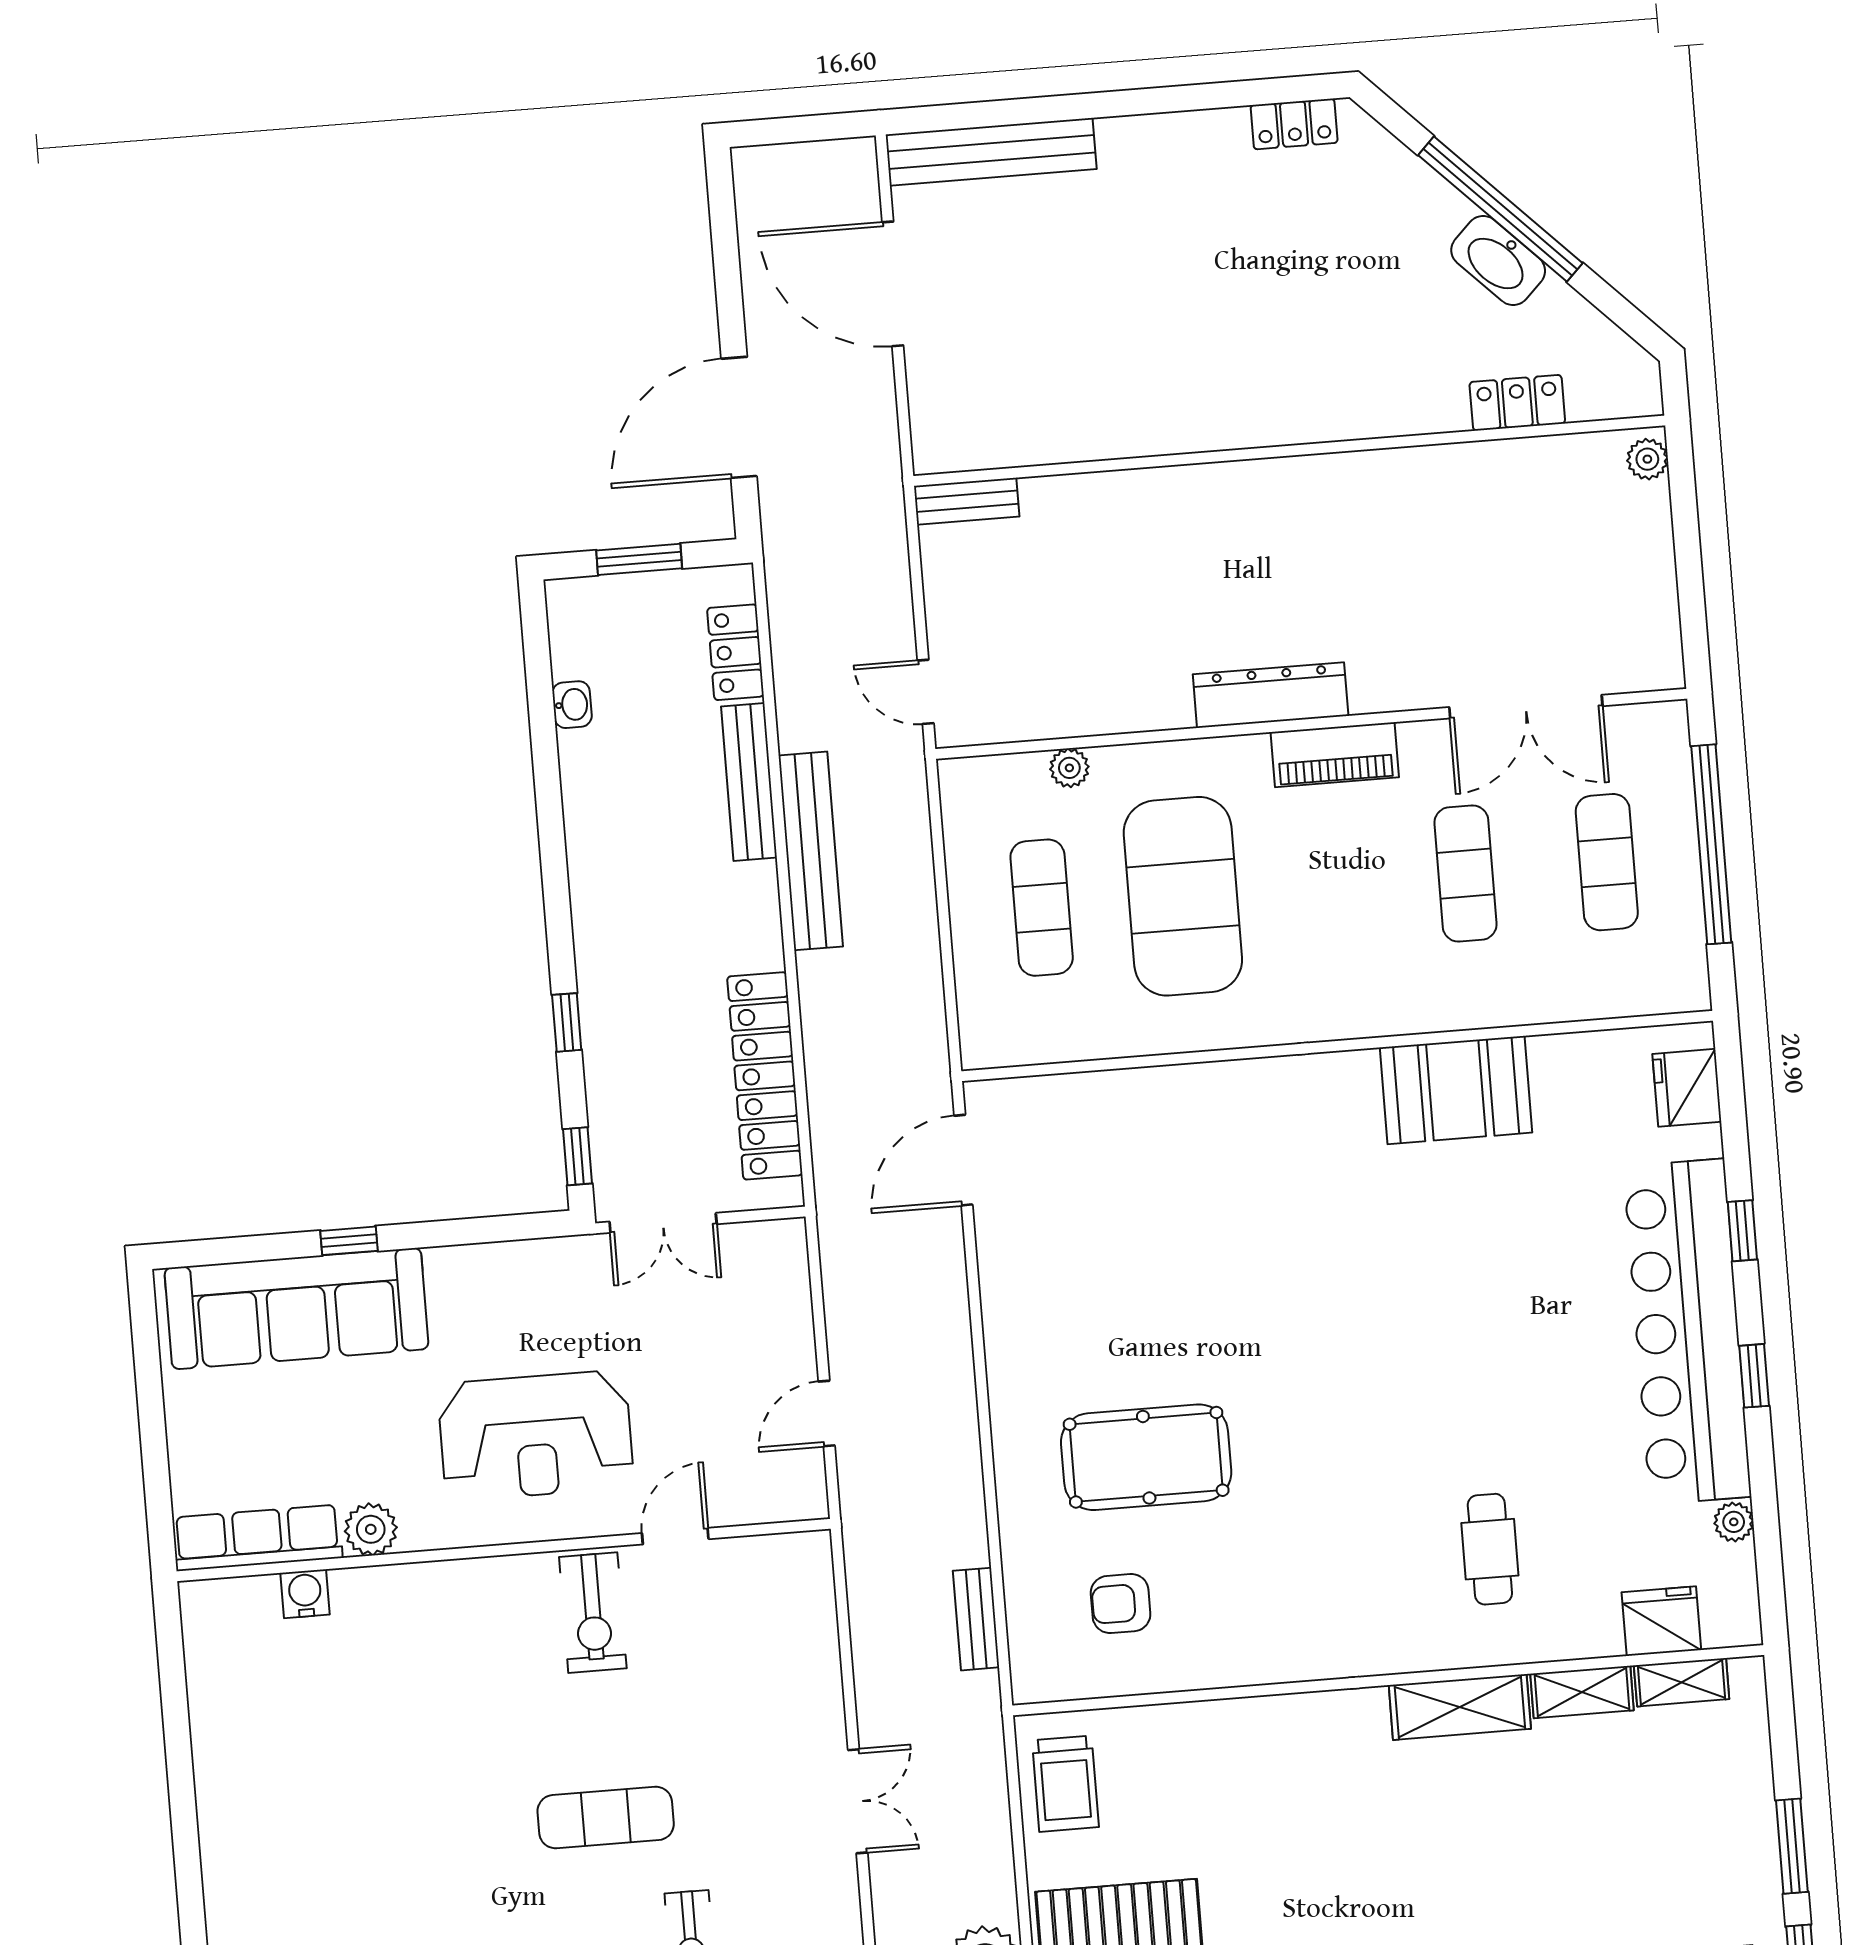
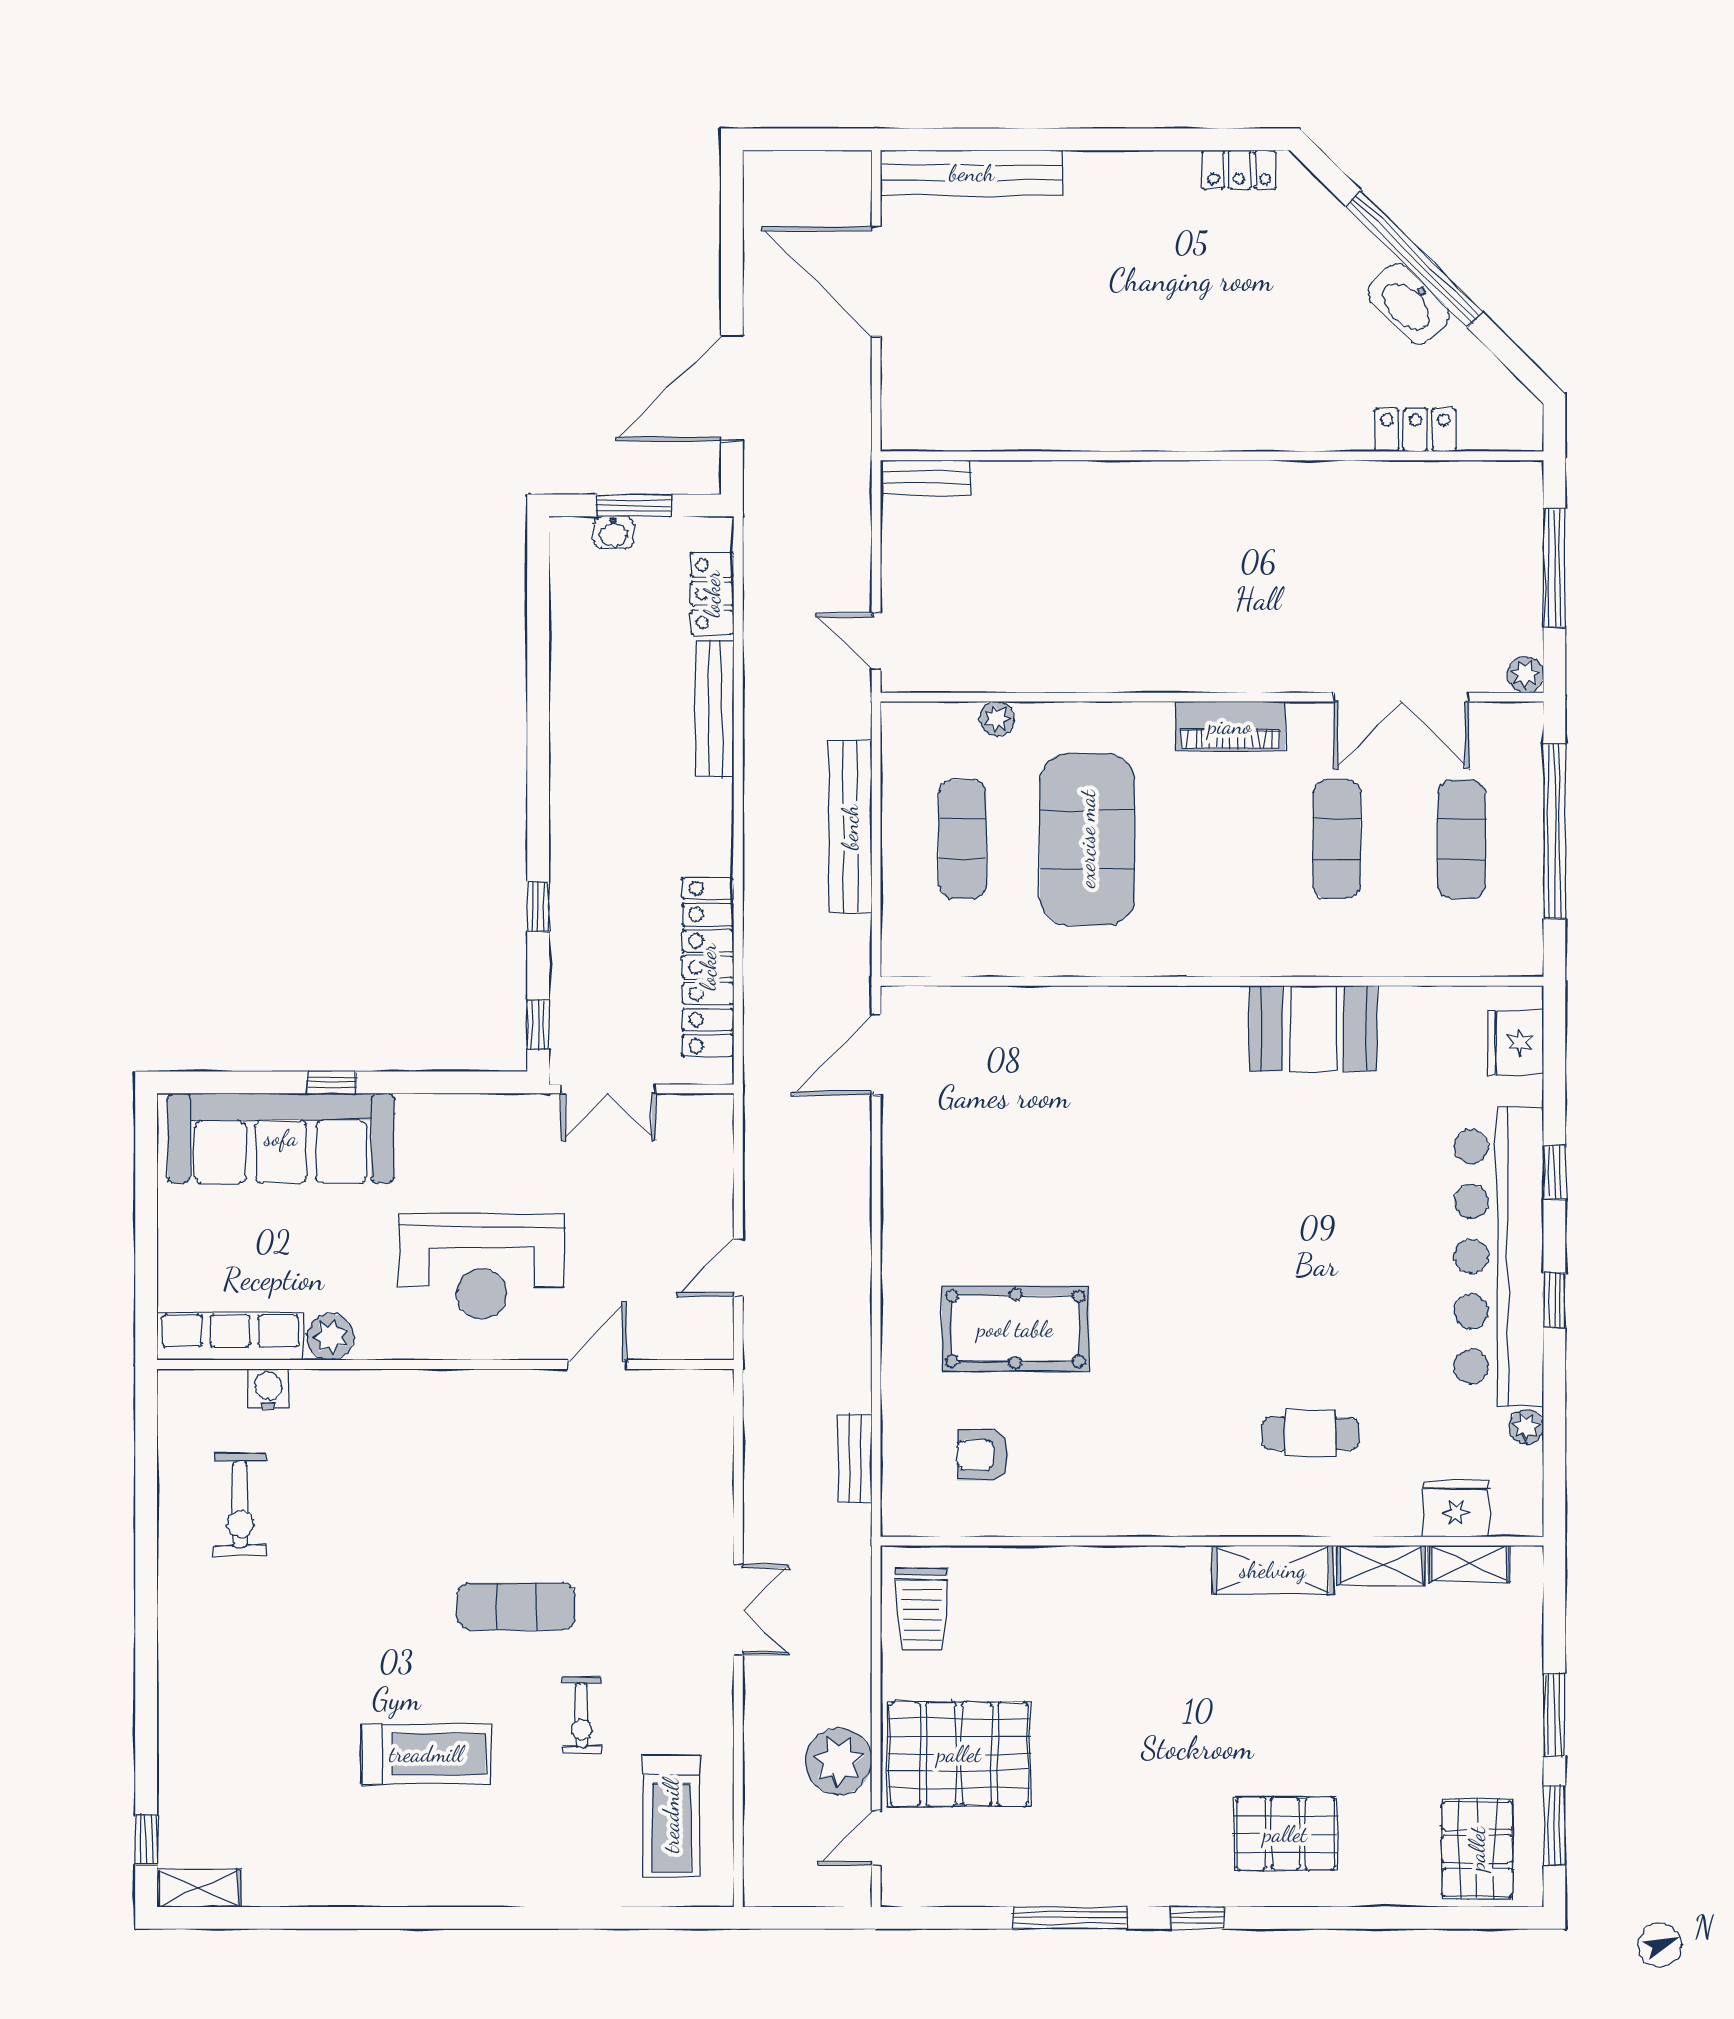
plant: (1647, 459) -> (1525, 675), moved
window: (1687, 546) -> (1554, 568), added
dresser: (1271, 695) -> (1178, 669), removed
washbasin: (572, 705) -> (614, 533), moved, turned 90
bench: (811, 851) -> (850, 827), moved
cafe table: (1490, 1549) -> (1310, 1433), turned 90
exercise bike: (593, 1613) -> (240, 1504), moved

